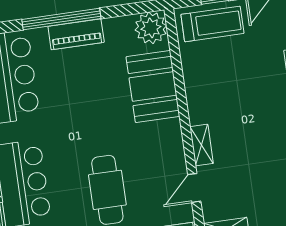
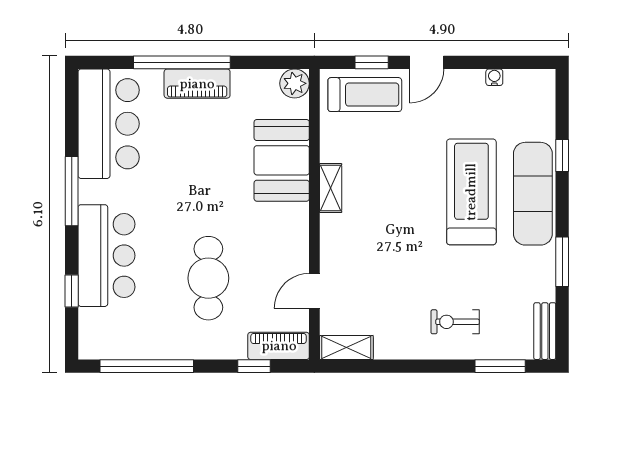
plant: (151, 28) -> (295, 83), width x0.73, depth x0.73
shelving: (202, 145) -> (331, 188), moved

